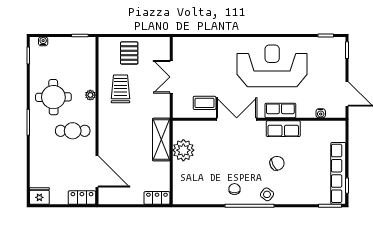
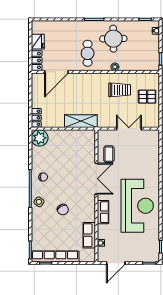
row of seats: (283, 129) -> (89, 235), moved
plant: (183, 150) -> (40, 138), moved
fridge: (39, 196) -> (38, 42), moved

